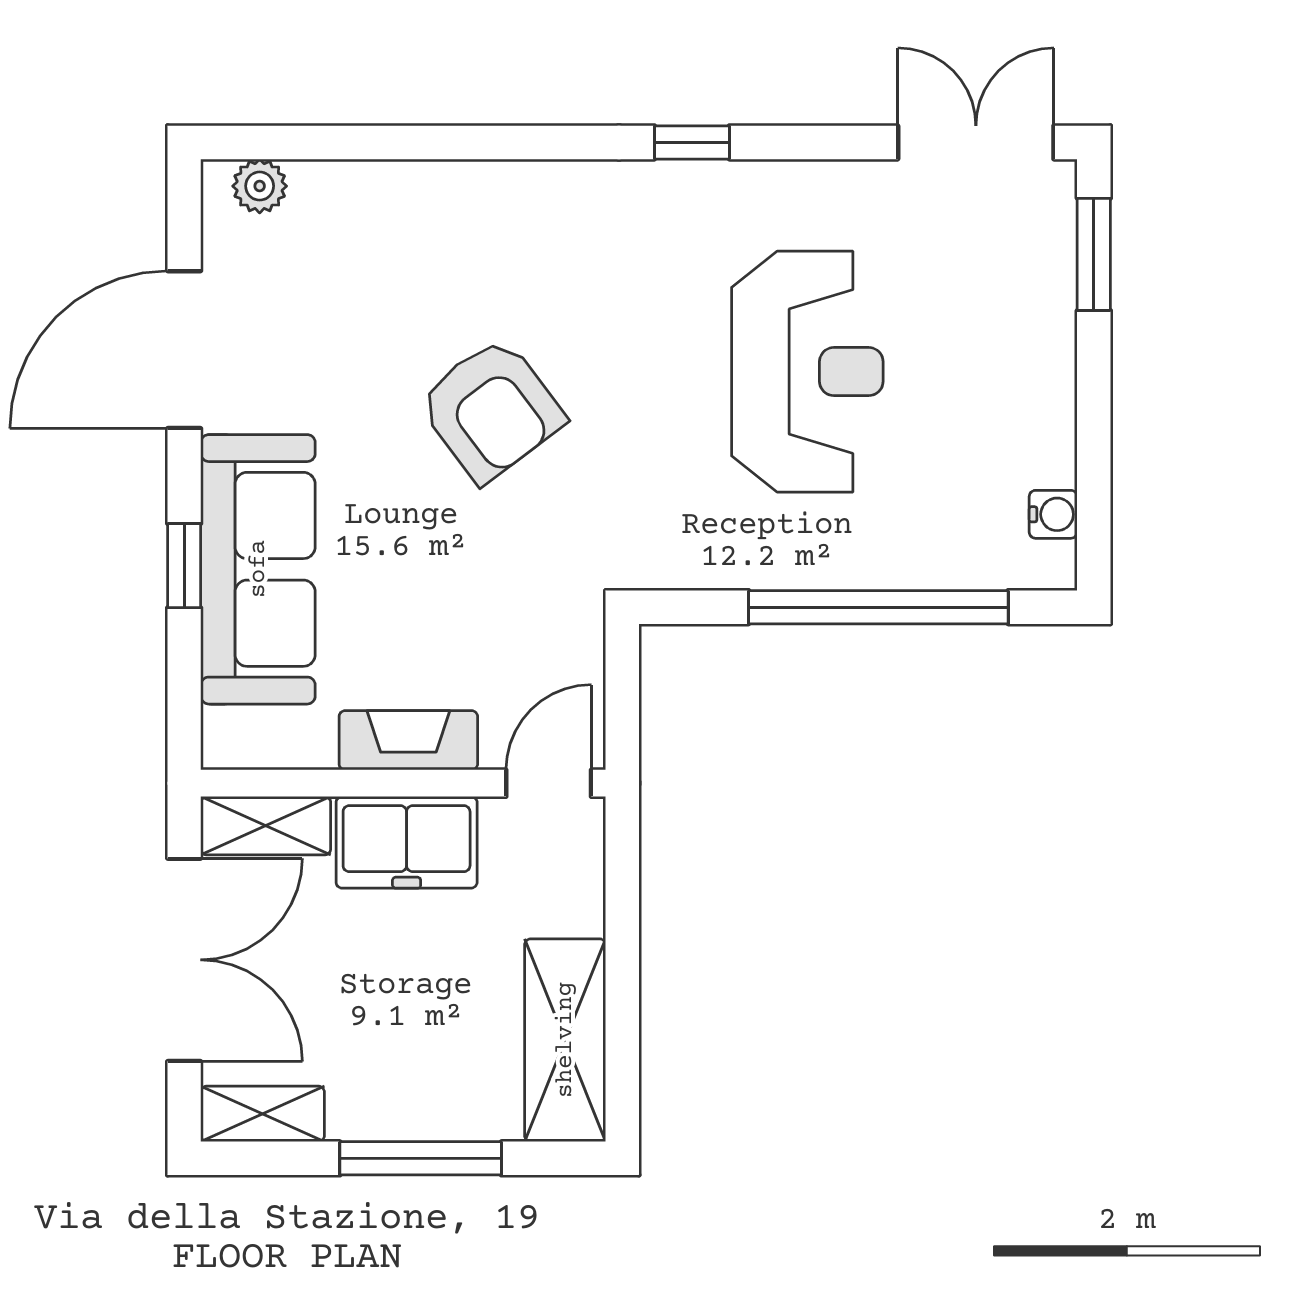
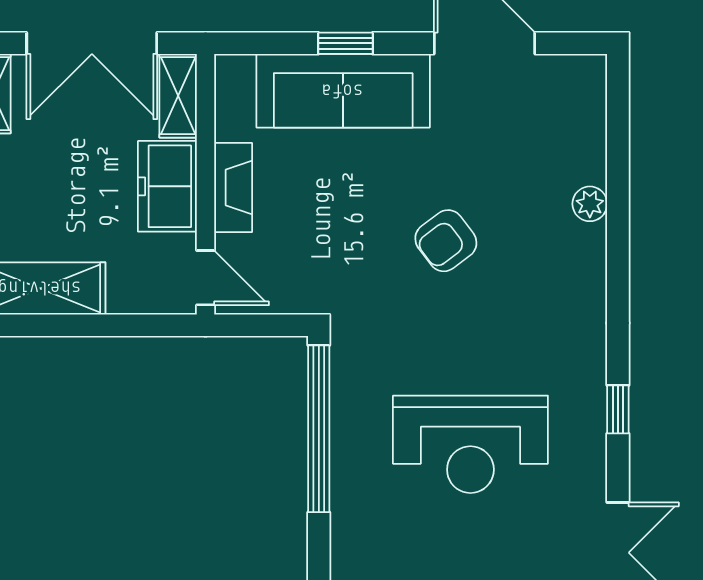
window: (692, 142) -> (618, 409), moved
plant: (260, 186) -> (590, 204), moved
armchair: (491, 410) -> (446, 241), width x0.72, depth x0.72
window: (878, 607) -> (319, 429), moved

